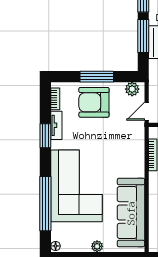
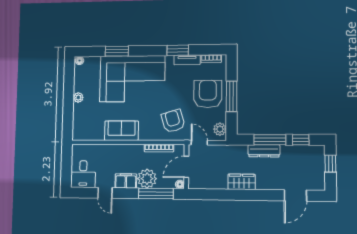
armchair: (123, 140) -> (173, 121), added
window: (45, 204) -> (117, 51), width x0.47
sofa: (131, 213) -> (121, 131), width x0.54, depth x0.79

